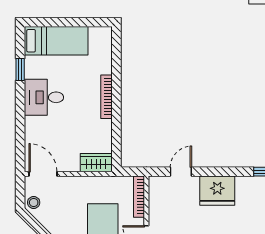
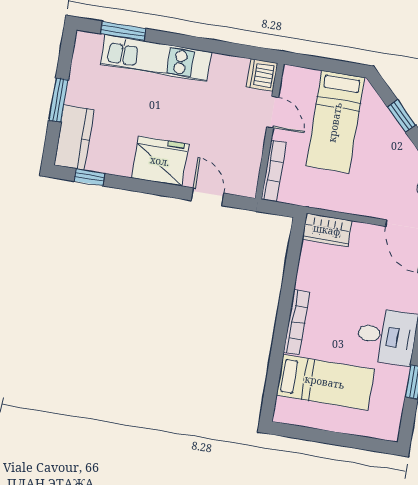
bed: (56, 41) -> (325, 382), moved, turned 180
door: (181, 172) -> (208, 197), swing flipped

